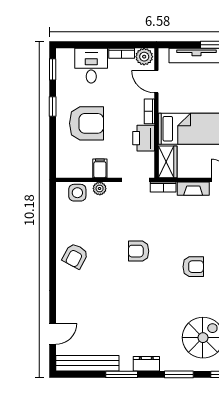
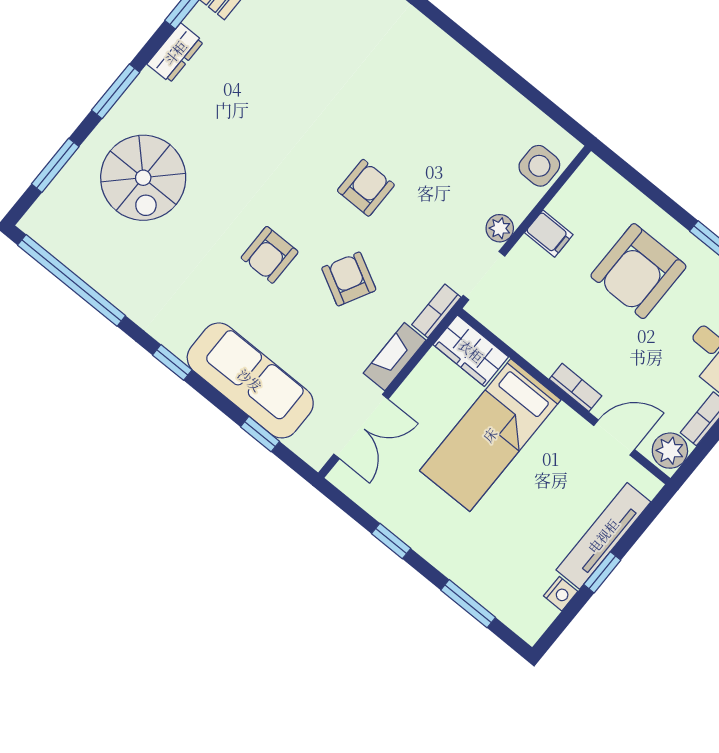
printer: (144, 138) -> (540, 343), removed
plant: (100, 188) -> (500, 228), moved
armchair: (75, 256) -> (349, 279), moved

